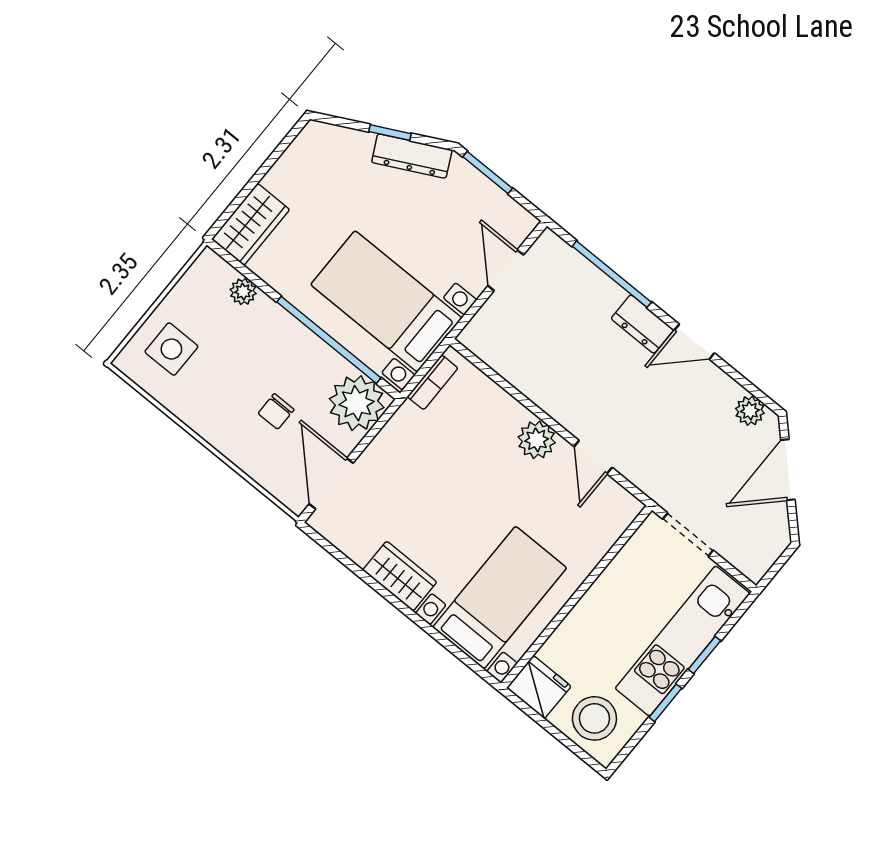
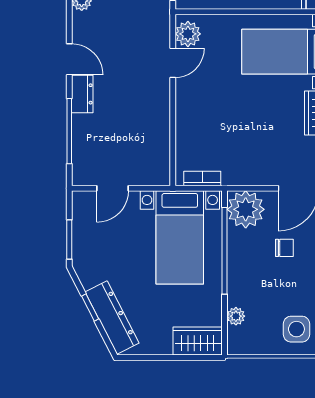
dresser: (412, 156) -> (112, 317), moved, width x1.37, depth x1.24
plant: (537, 440) -> (188, 34), moved

